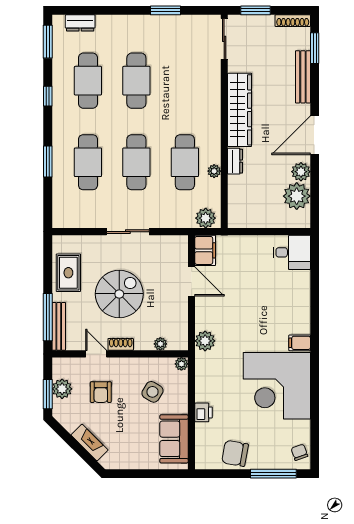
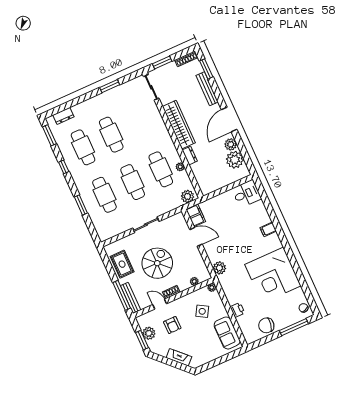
filing cabinet: (300, 343) -> (268, 229), moved

